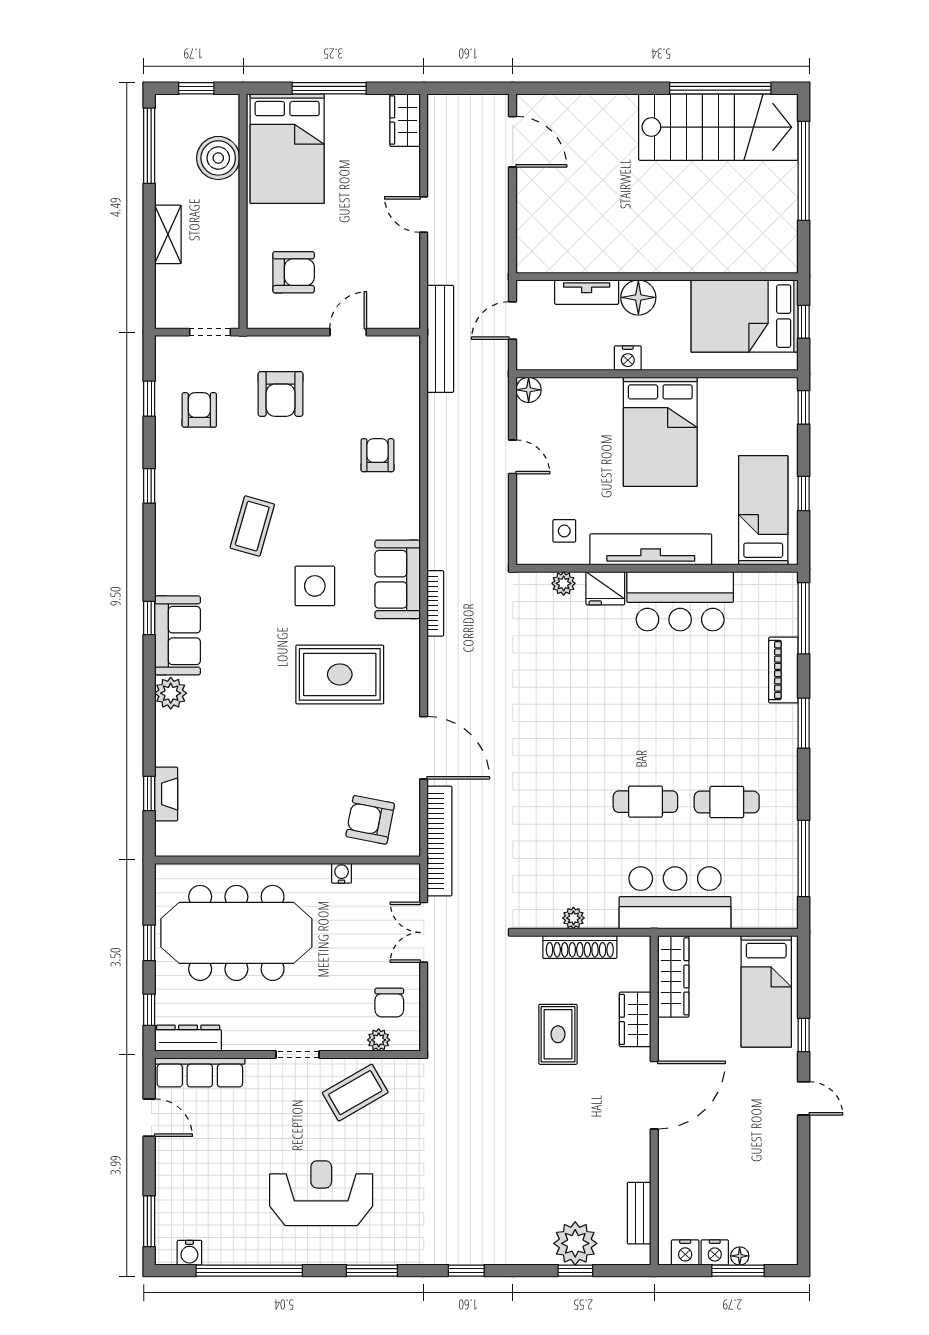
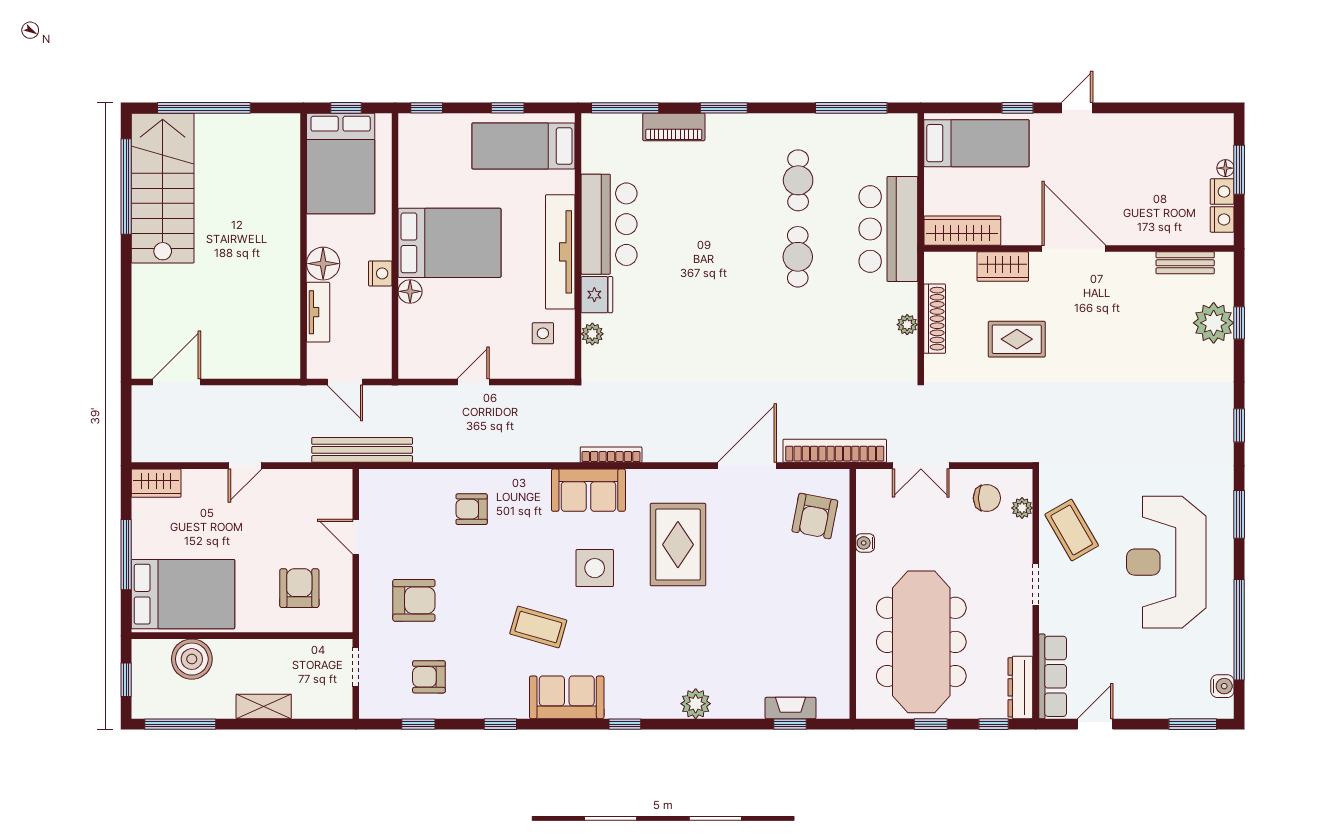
floor lamp: (529, 390) -> (410, 291), moved
sofa: (178, 635) -> (567, 697), moved
reception desk: (321, 1193) -> (1166, 562), width x1.36, depth x1.30

